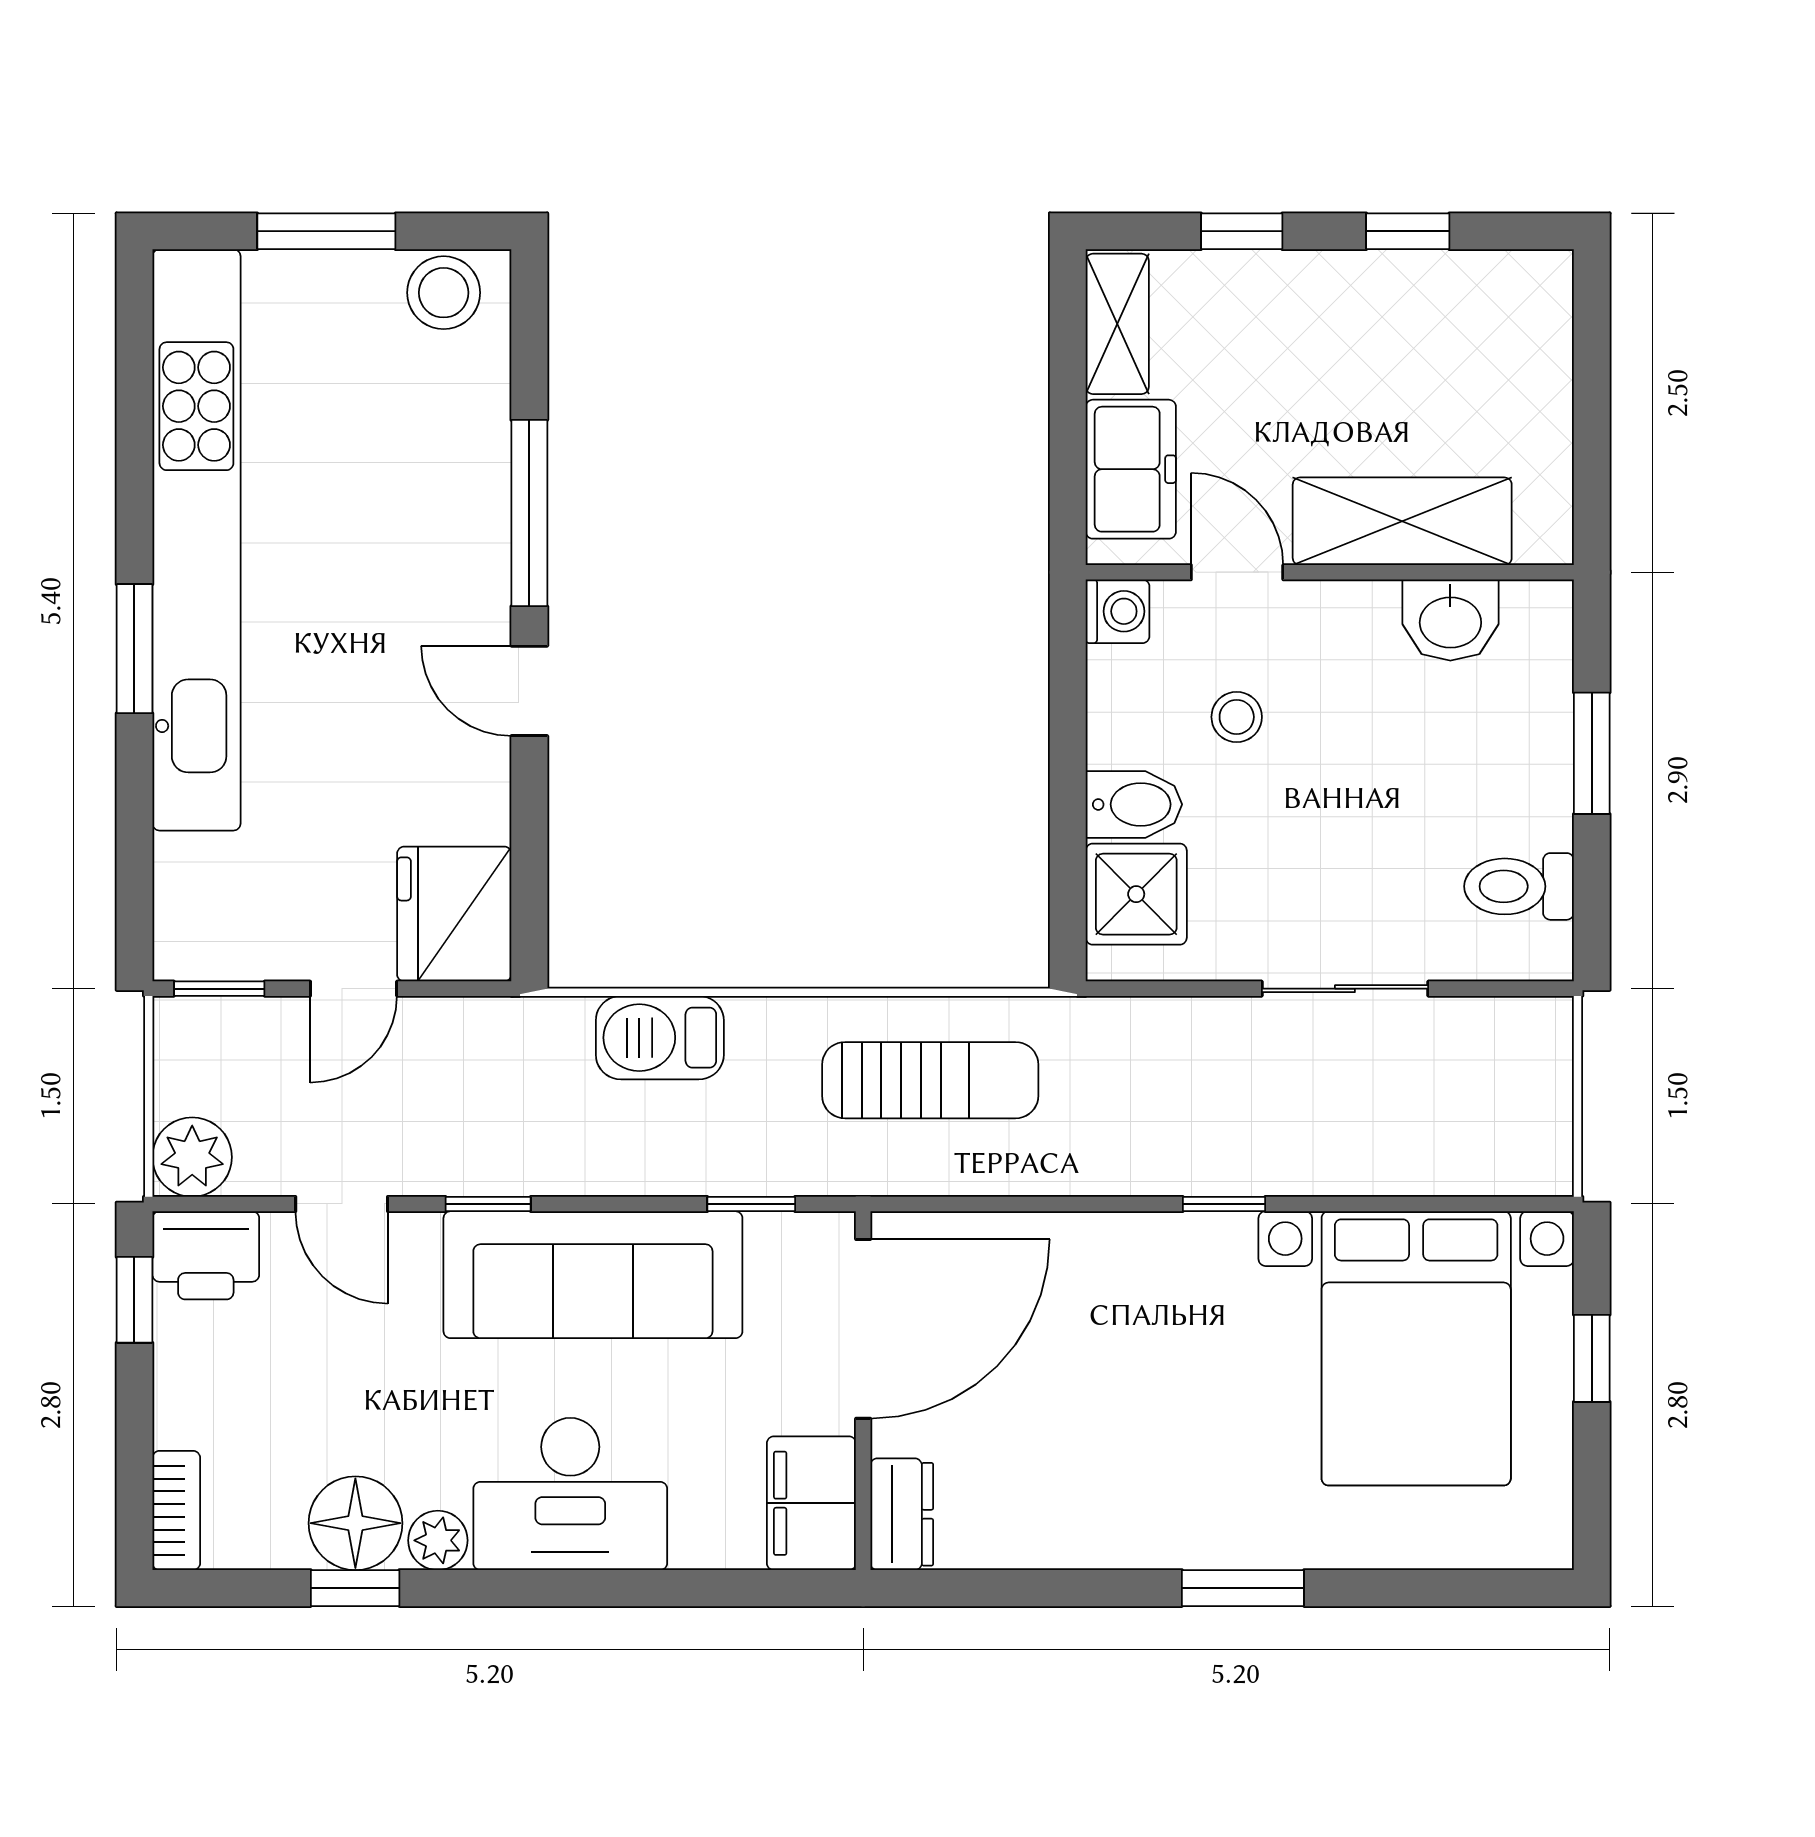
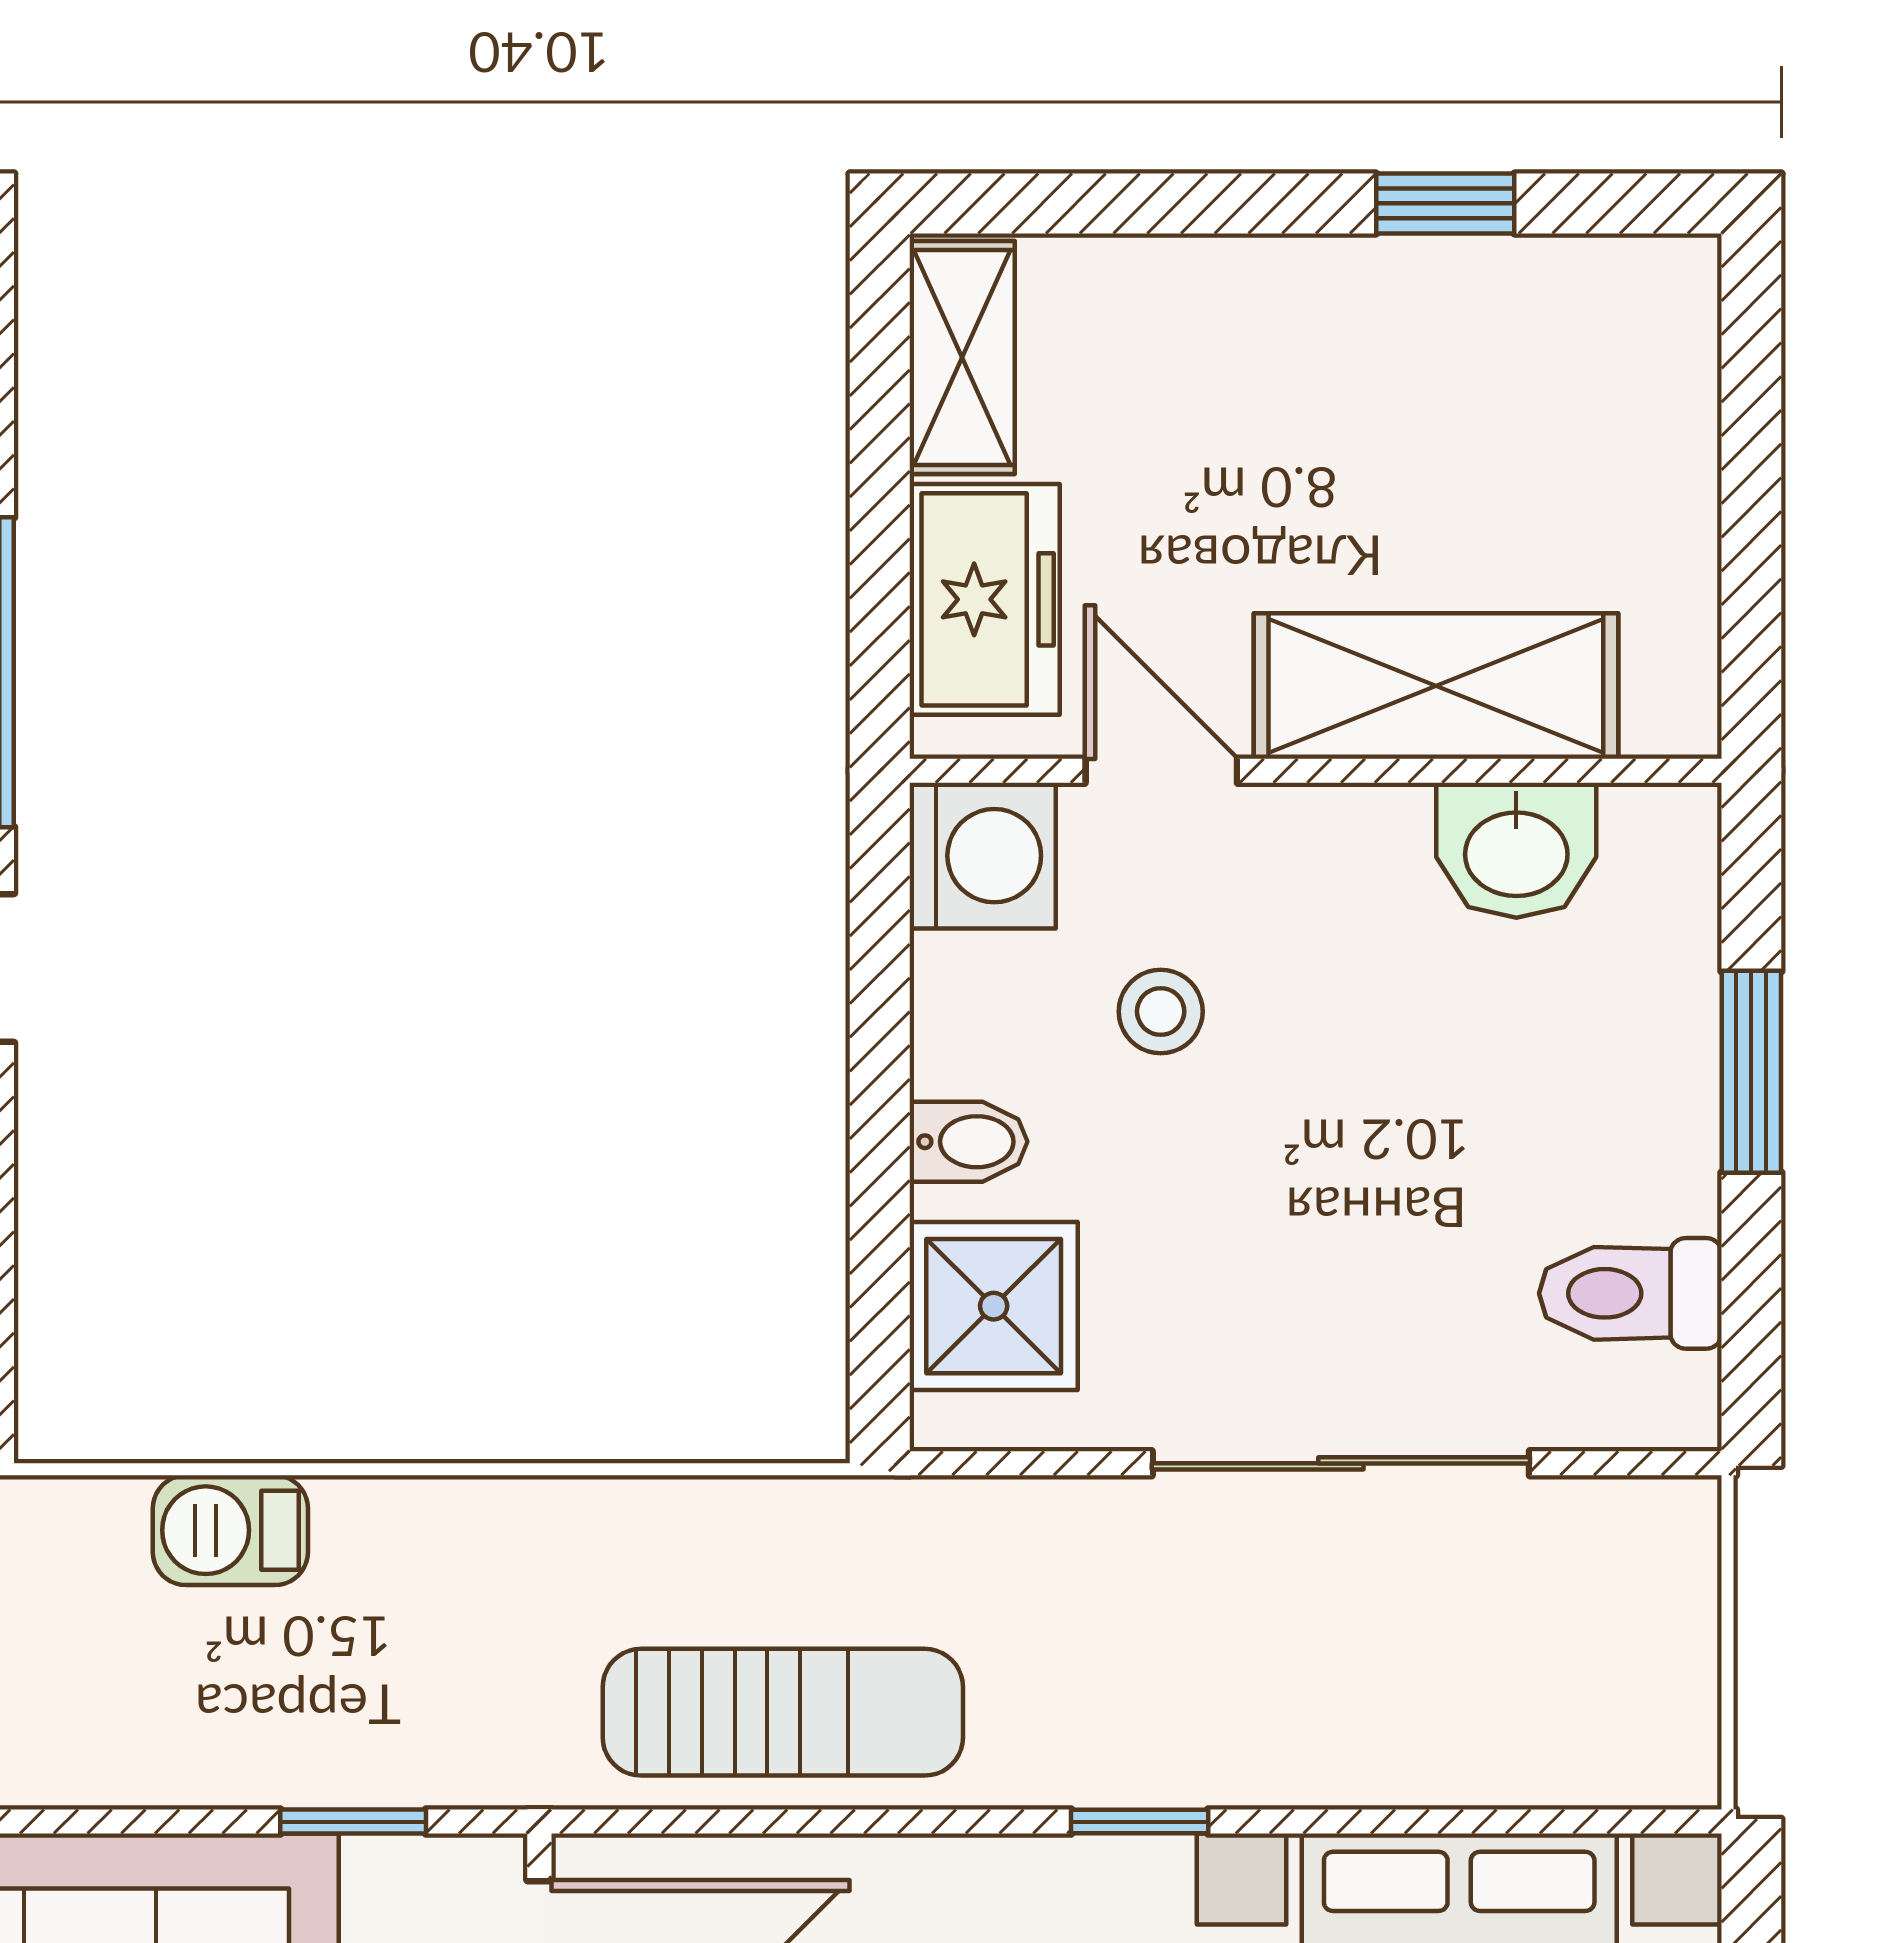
window: (1242, 231) -> (1169, 203), removed
washing machine: (1118, 611) -> (983, 856), width x1.38, depth x1.38
bidet: (1134, 804) -> (969, 1142), width x0.72, depth x0.74
sliding door: (1345, 989) -> (1341, 1463), width x1.37
barbecue: (660, 1038) -> (230, 1530), width x0.73, depth x0.79
sun lounger: (930, 1080) -> (783, 1712), moved

